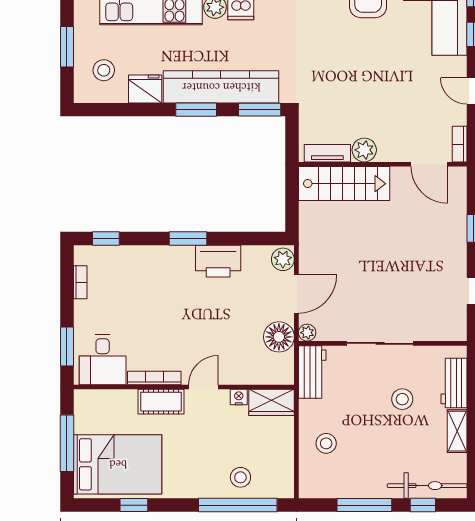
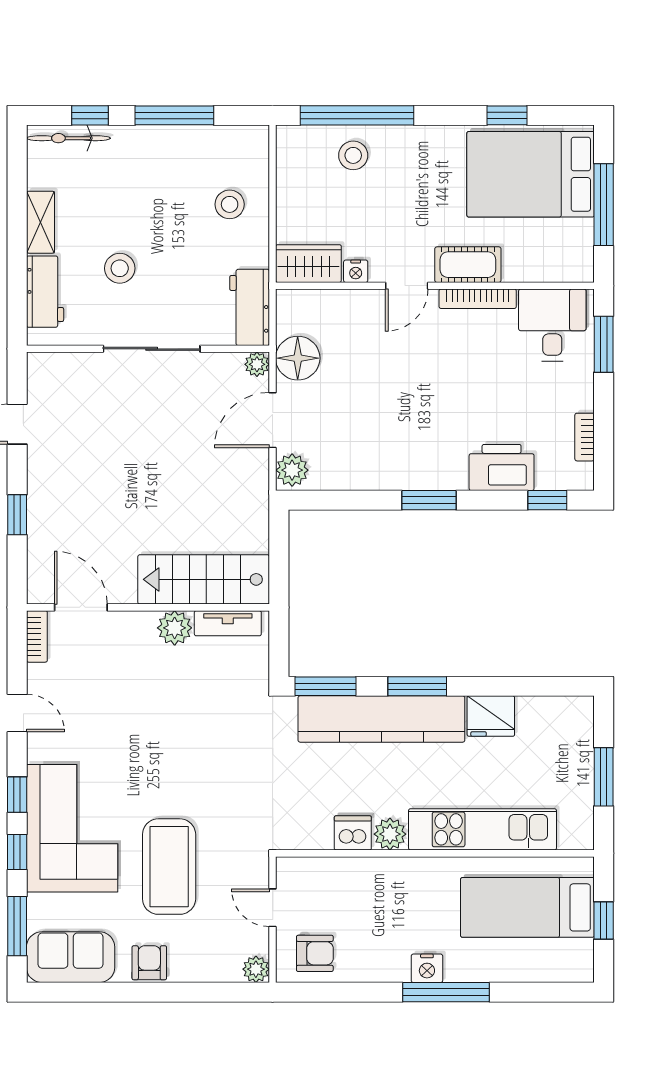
stool: (104, 70) -> (551, 743), removed
printer: (218, 261) -> (502, 467), moved
bicycle: (427, 486) -> (69, 138), width x0.73, depth x0.71

